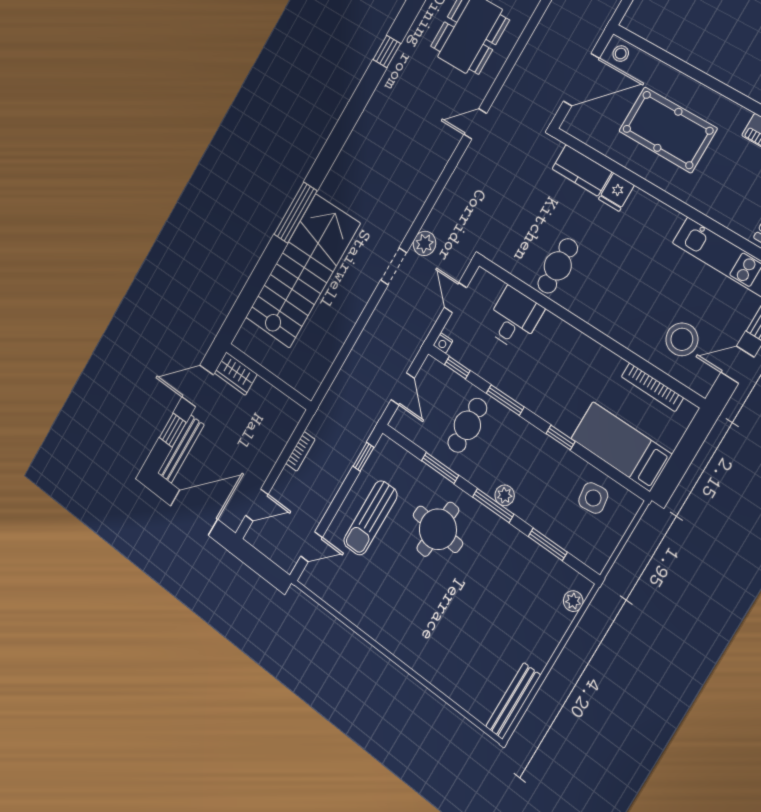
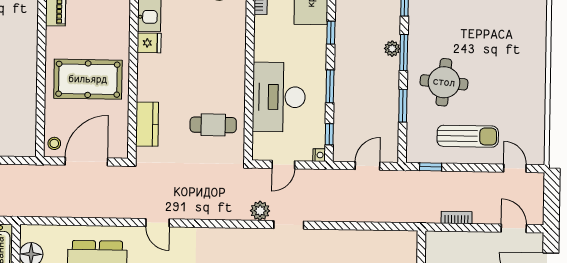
door: (581, 80) -> (86, 162), hinge flipped
pool table: (668, 130) -> (88, 79), turned 90
fridge: (616, 192) -> (149, 43), moved
cafe table: (558, 266) -> (213, 125), moved
desk: (514, 318) -> (279, 97), width x1.87, depth x1.30
cafe table: (467, 425) -> (363, 103), removed

